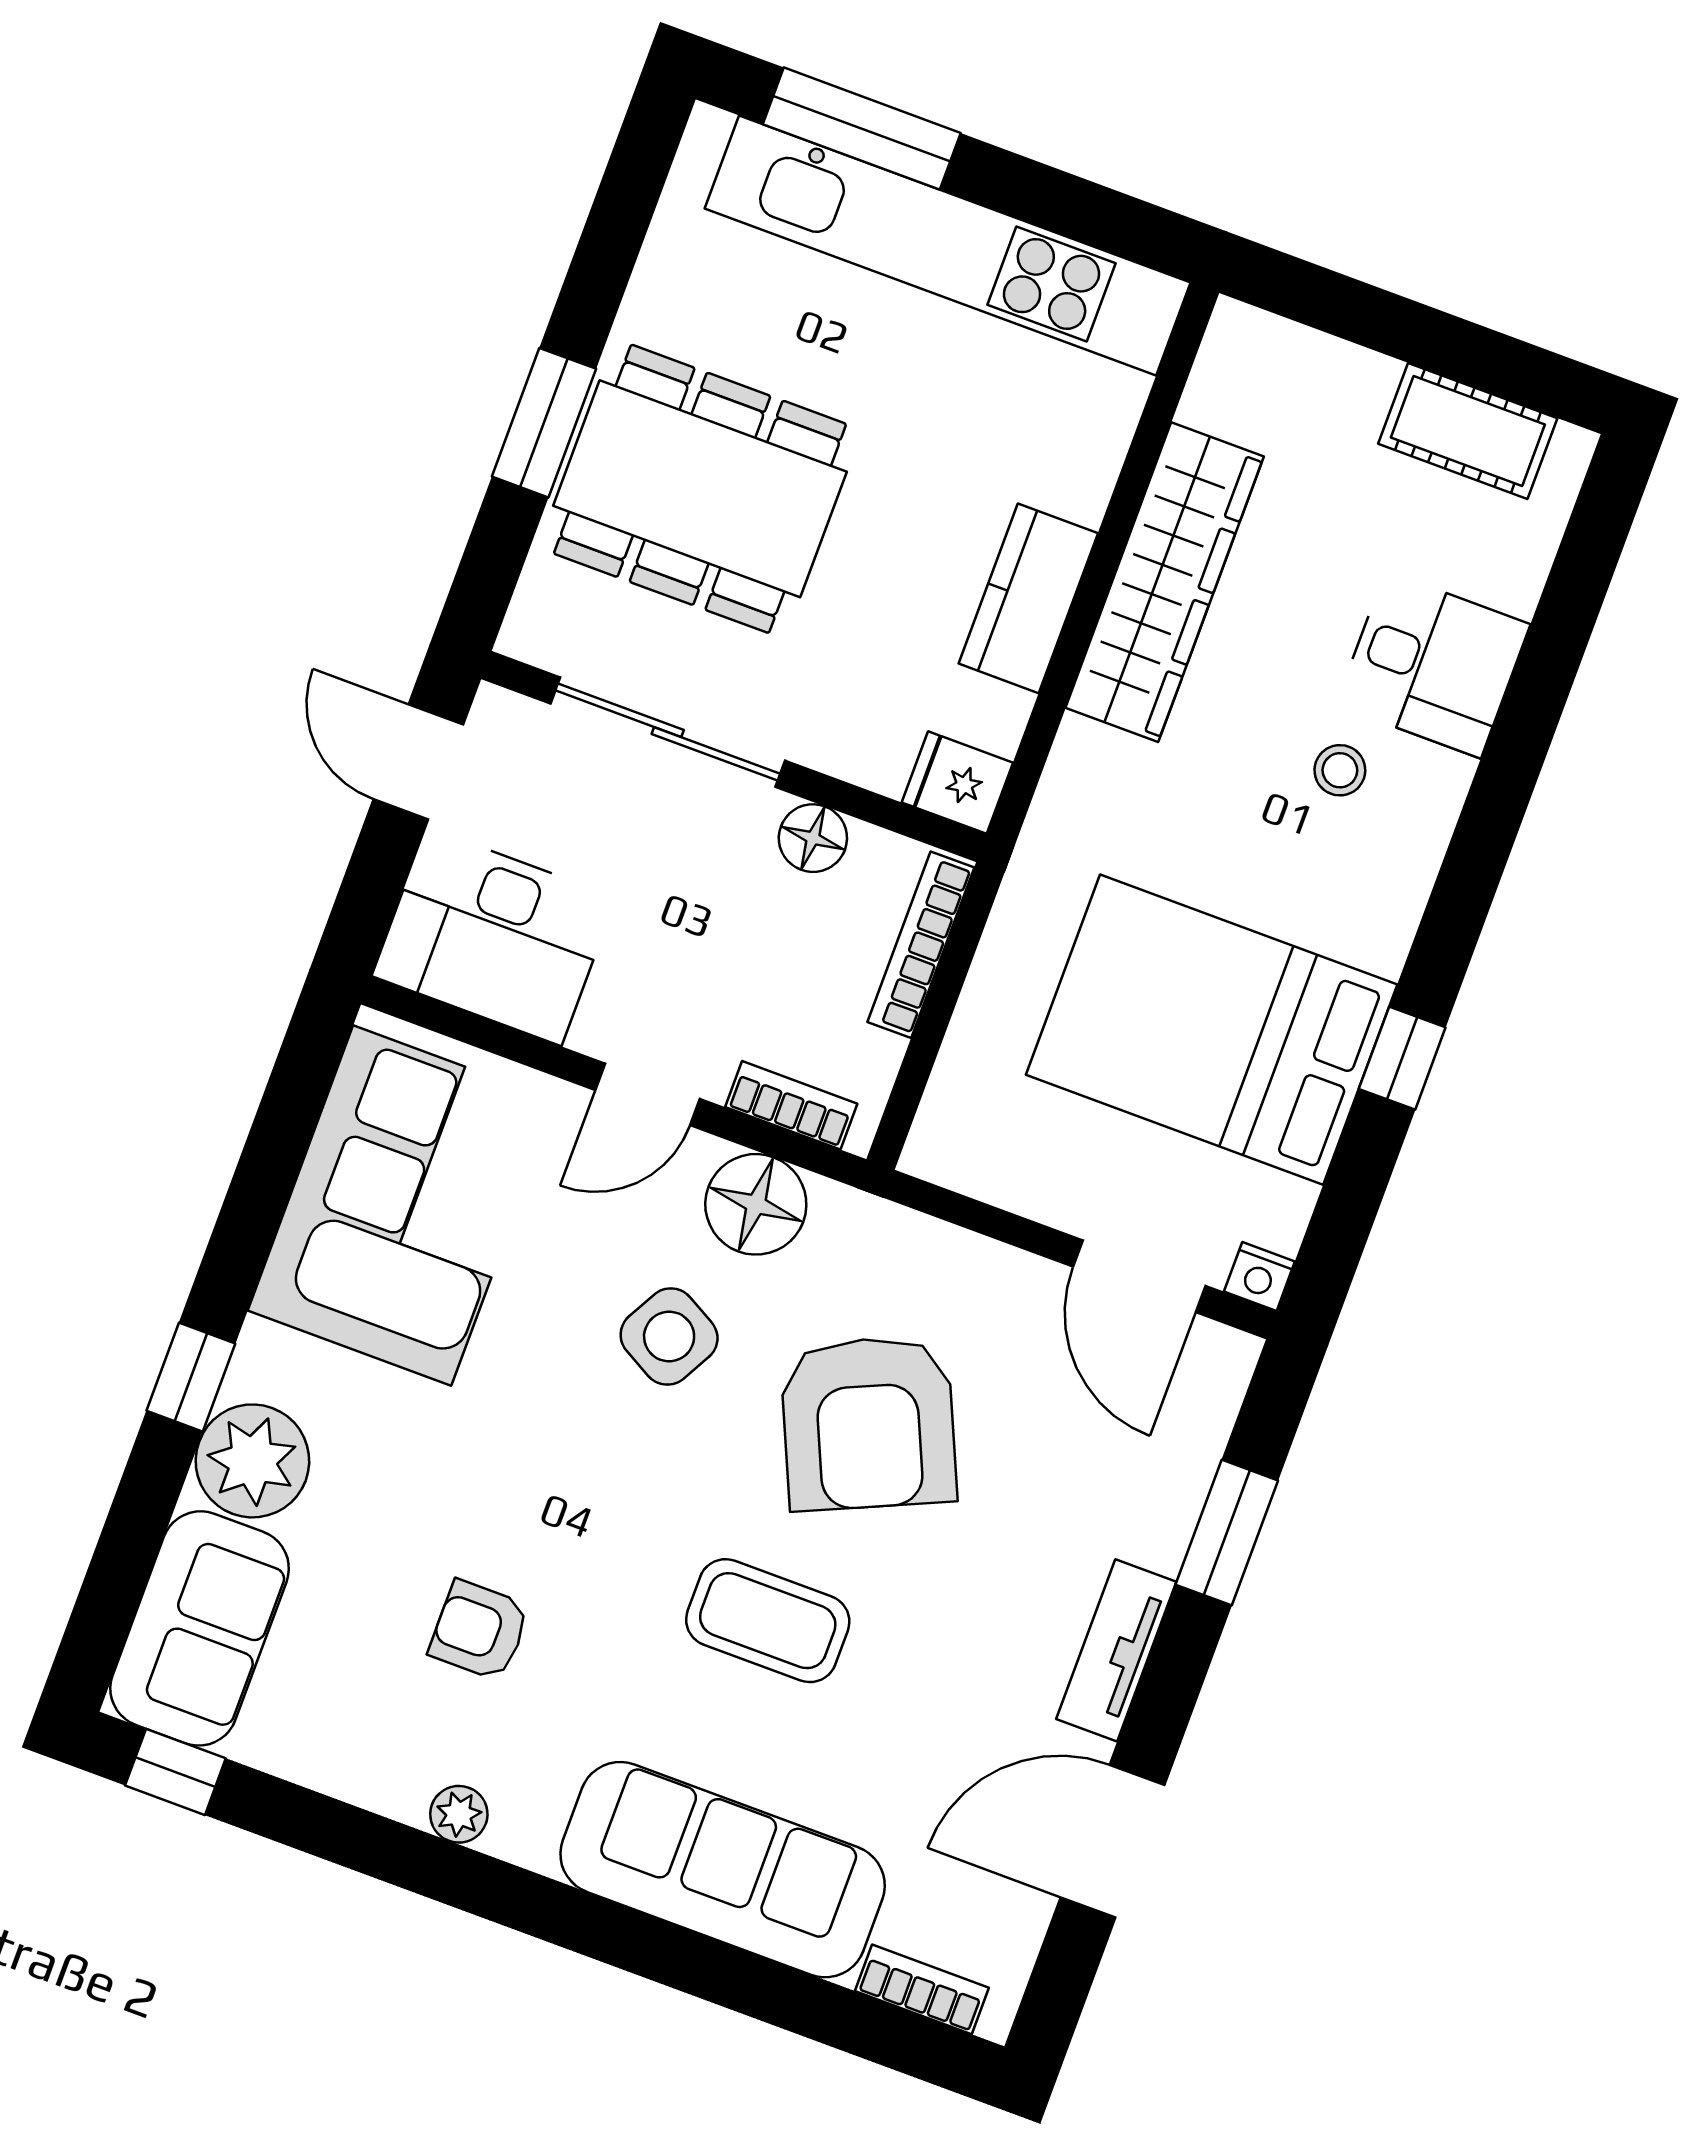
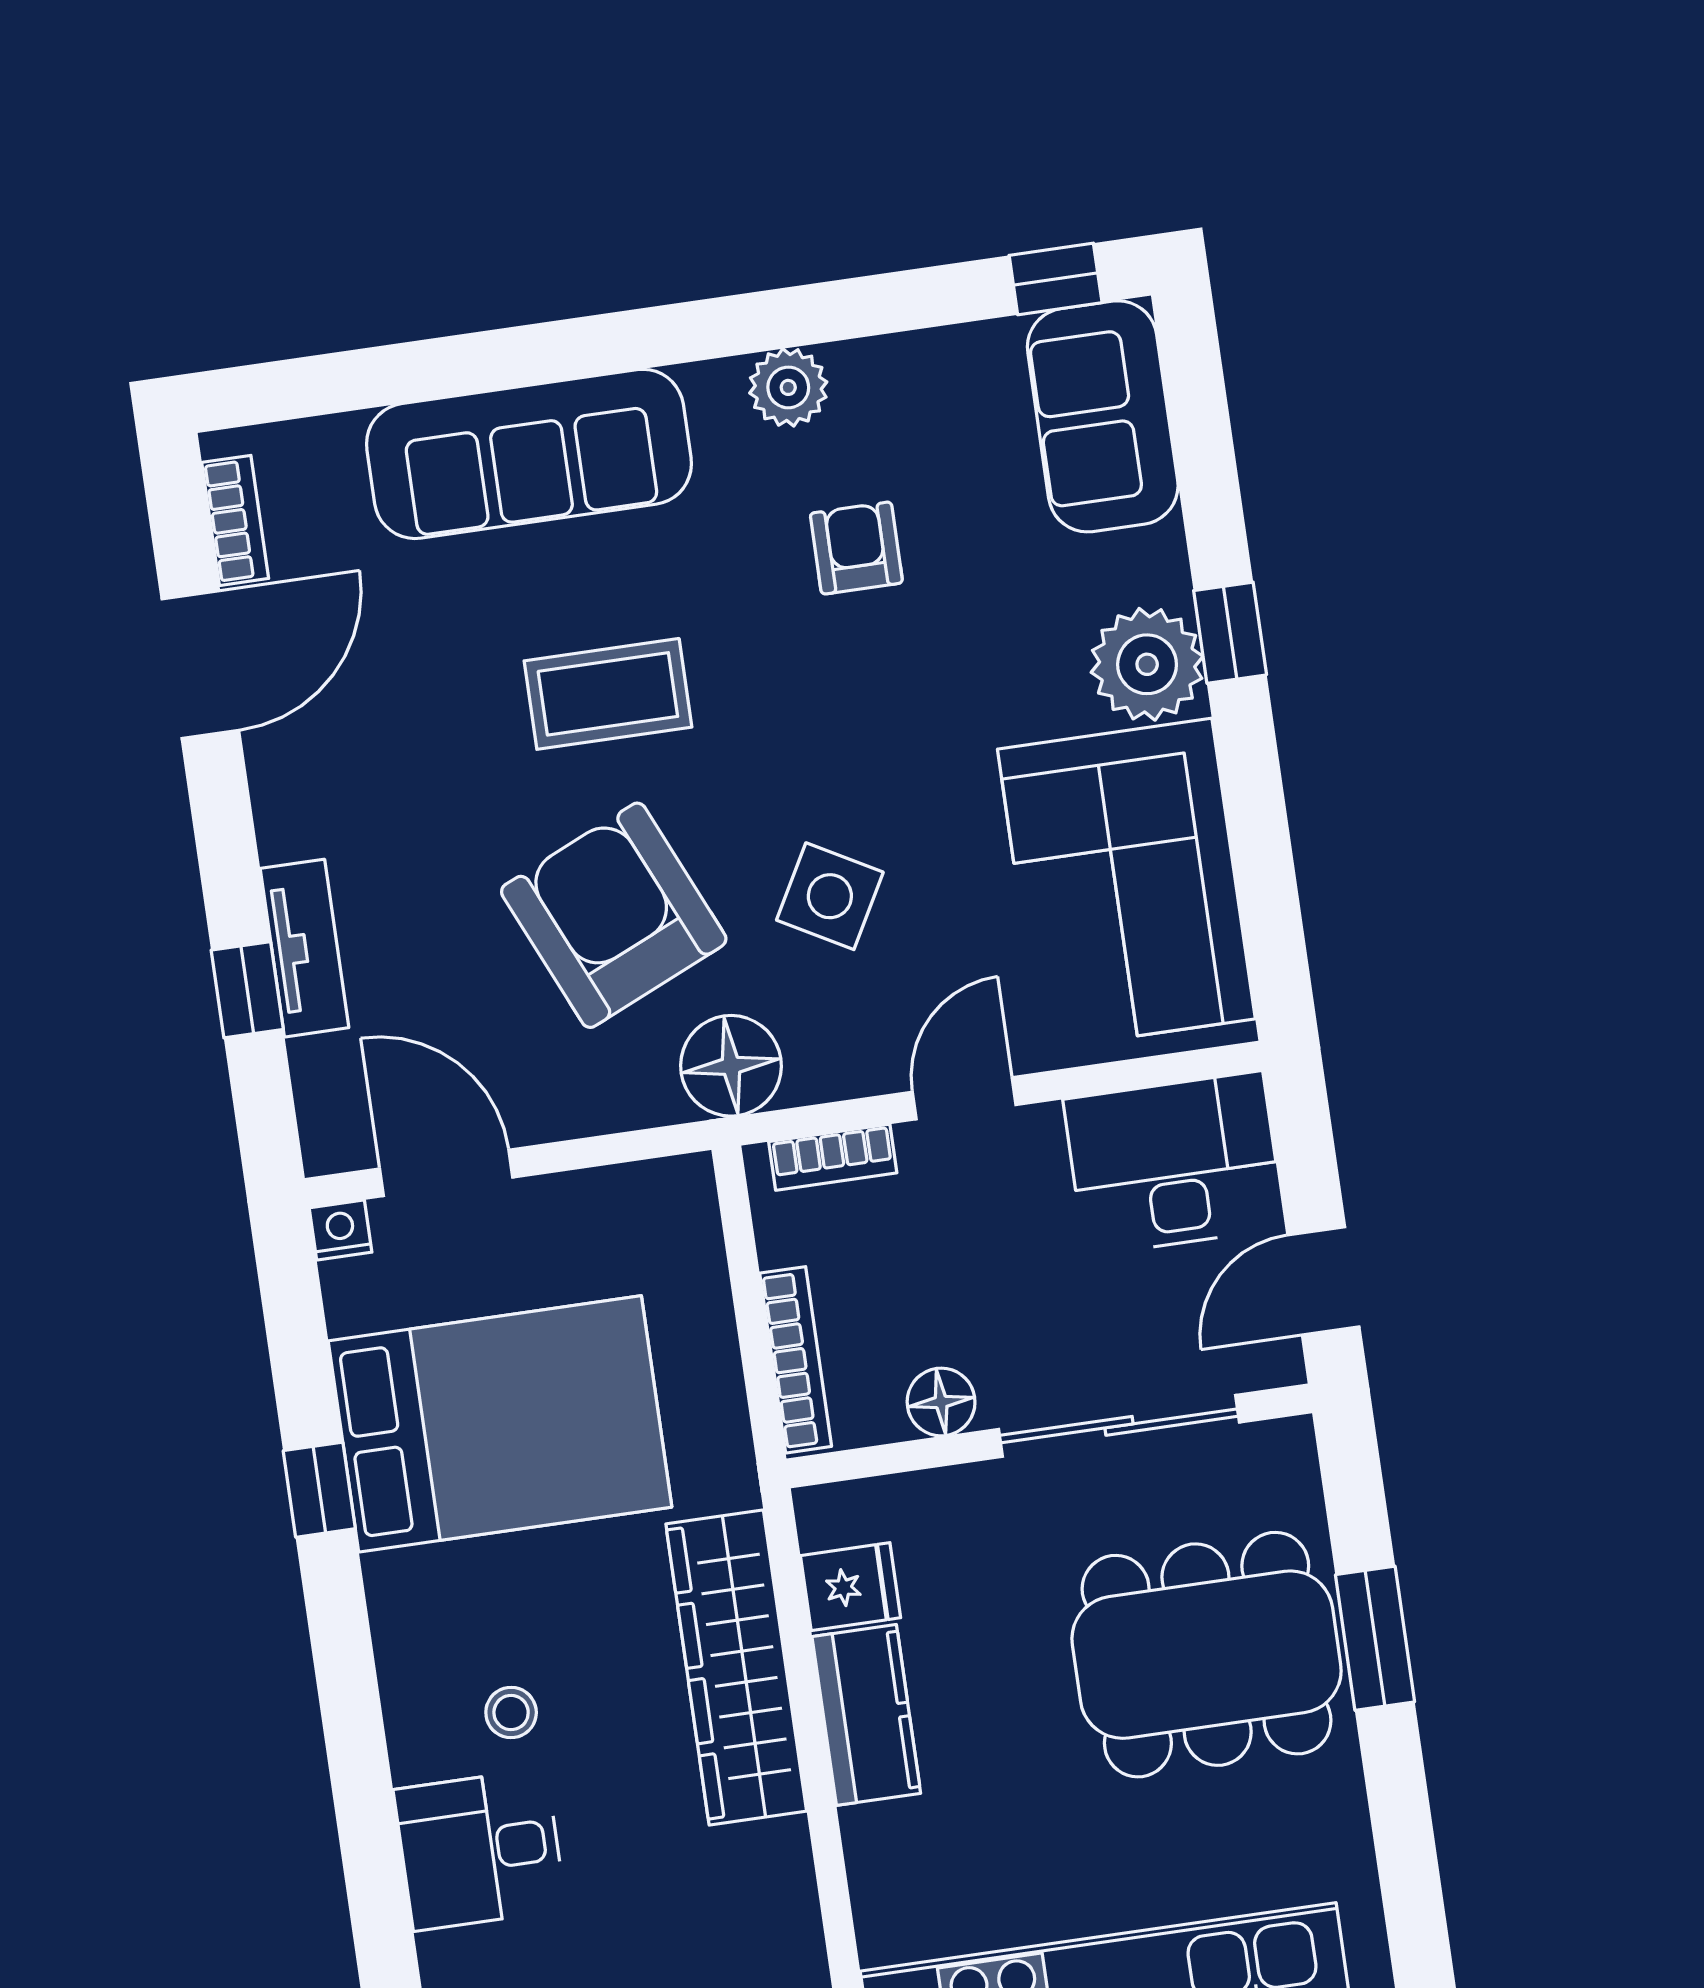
wardrobe: (1165, 582) -> (736, 1668), moved
door: (418, 762) -> (1323, 1281), swing flipped
fridge: (957, 783) -> (850, 1587), moved
floor lamp: (756, 1204) -> (731, 1066), moved
plant: (252, 1461) -> (1147, 664), moved
window: (1227, 1533) -> (247, 990), width x0.67
armchair: (479, 1630) -> (856, 548), turned -90
tv unit: (1116, 1650) -> (304, 948), moved
plant: (459, 1814) -> (788, 387), width x1.38, depth x1.38
bookcase: (922, 1989) -> (235, 520), moved, turned -90

